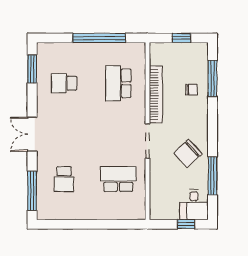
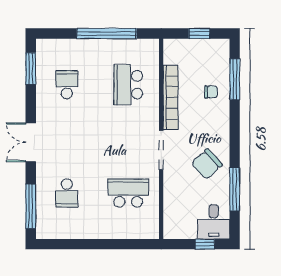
school desk: (64, 83) -> (67, 85), turned 90

